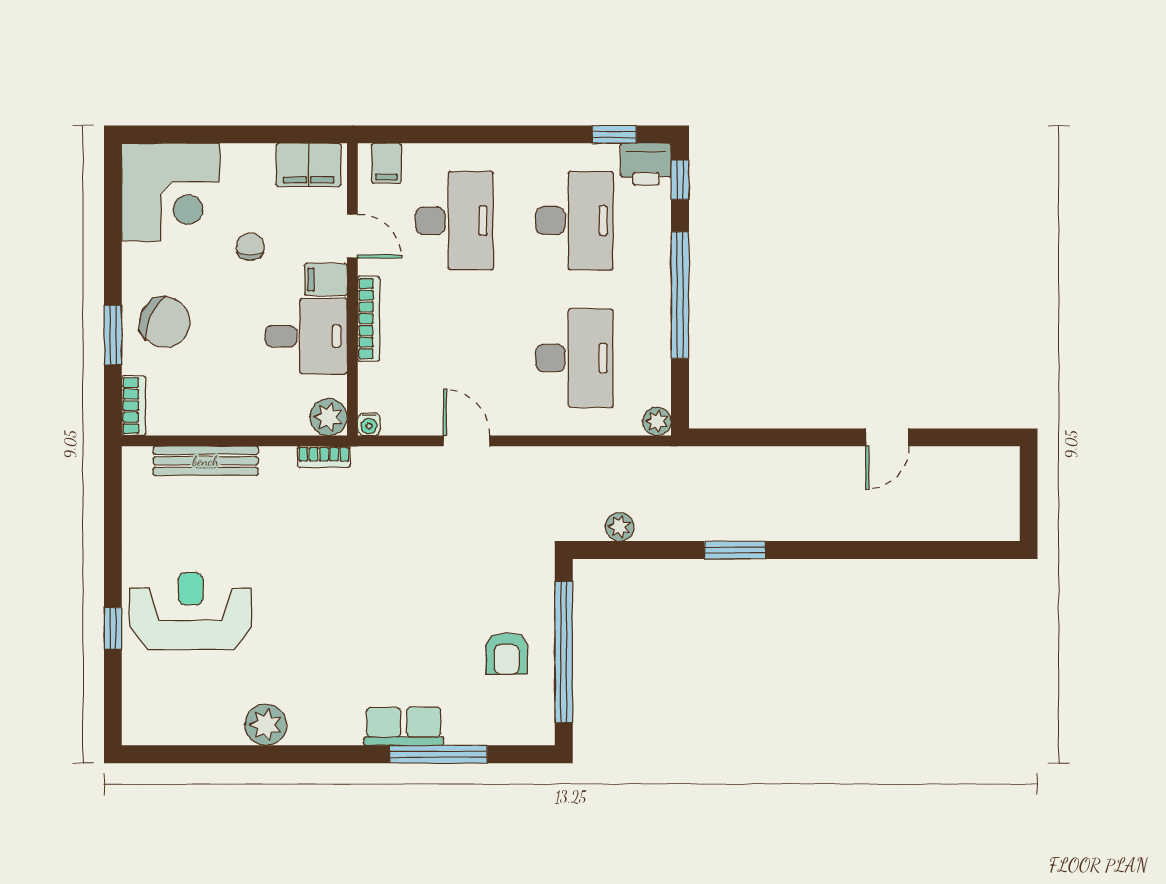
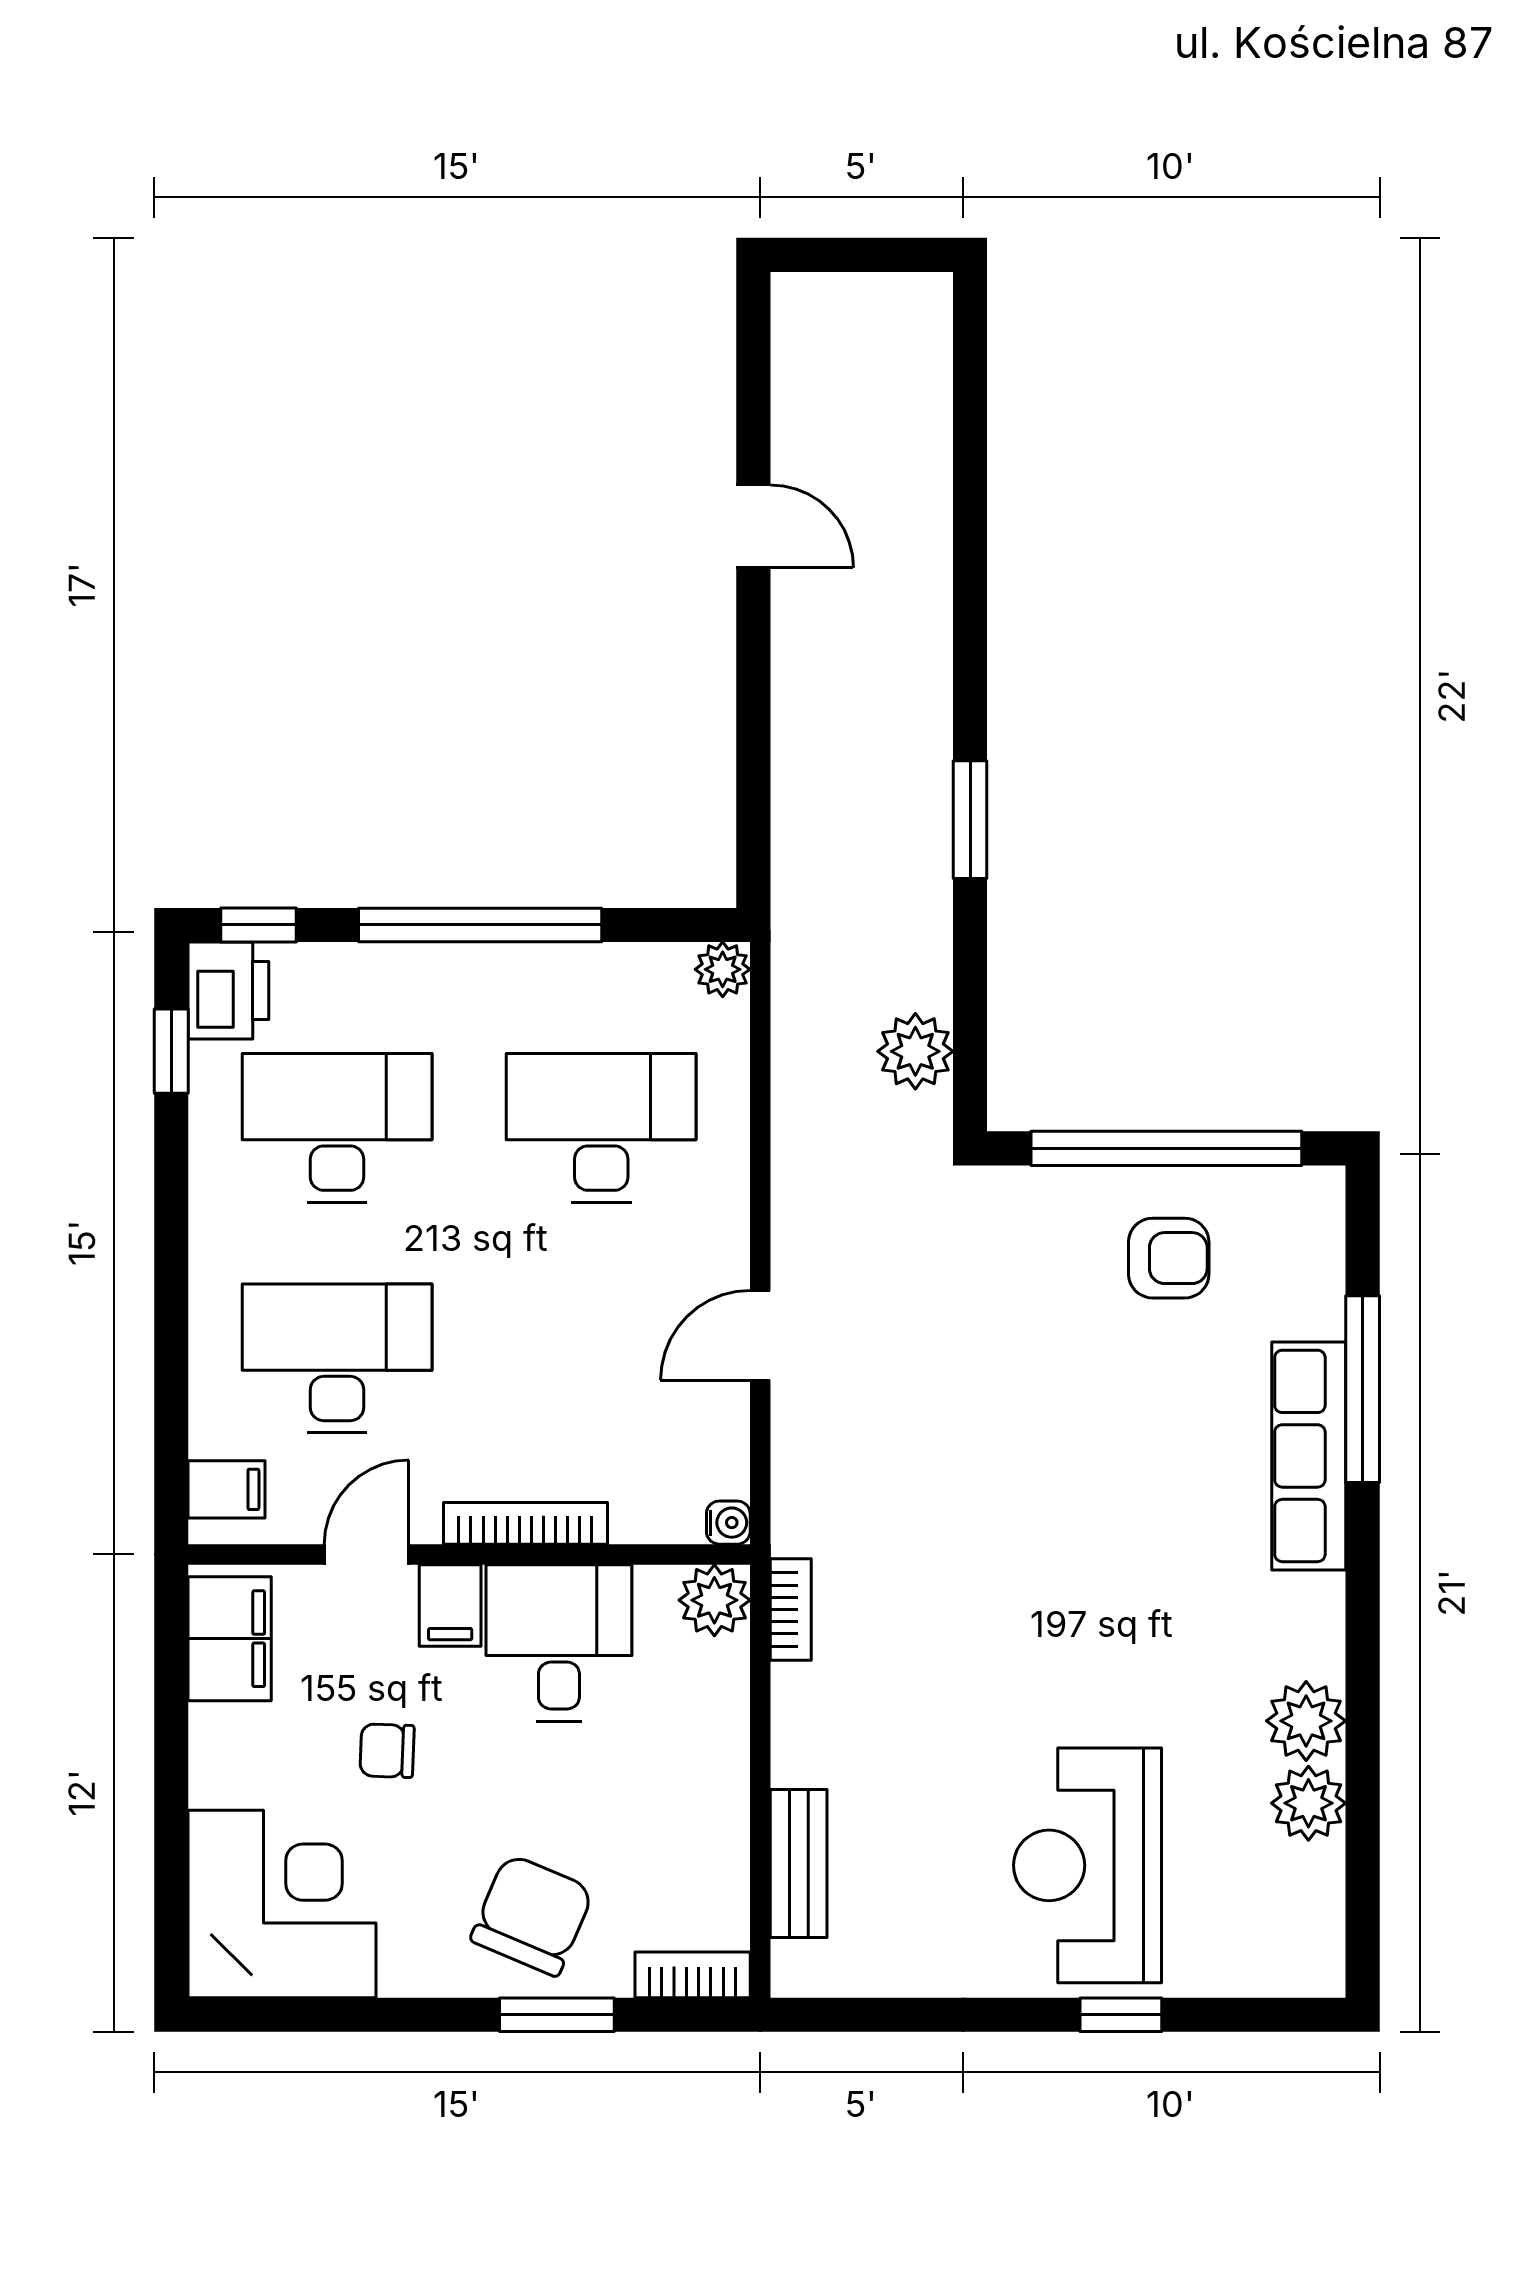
bench: (206, 461) -> (799, 1864), width x0.73
plant: (620, 527) -> (915, 1051), width x1.38, depth x1.38
plant: (223, 726) -> (1308, 1803), added
row of seats: (404, 726) -> (1309, 1456), width x1.48

